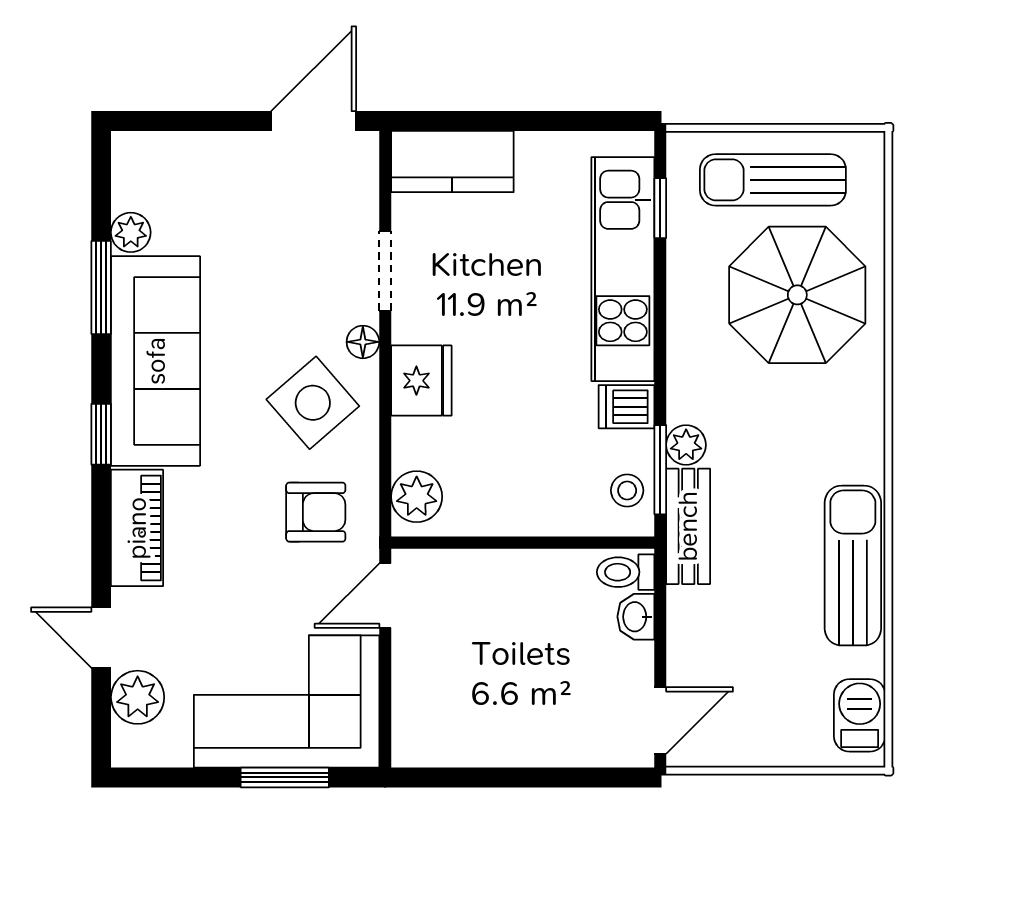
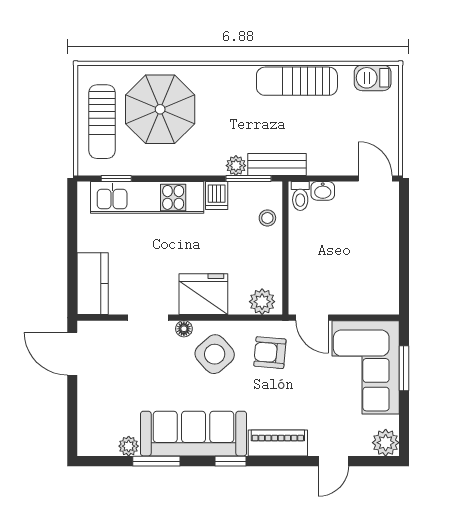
fridge: (421, 381) -> (203, 294), width x1.36, depth x1.34
stool: (627, 490) -> (267, 218), moved
armchair: (316, 512) -> (270, 353), turned -85
plant: (138, 697) -> (386, 443), moved

